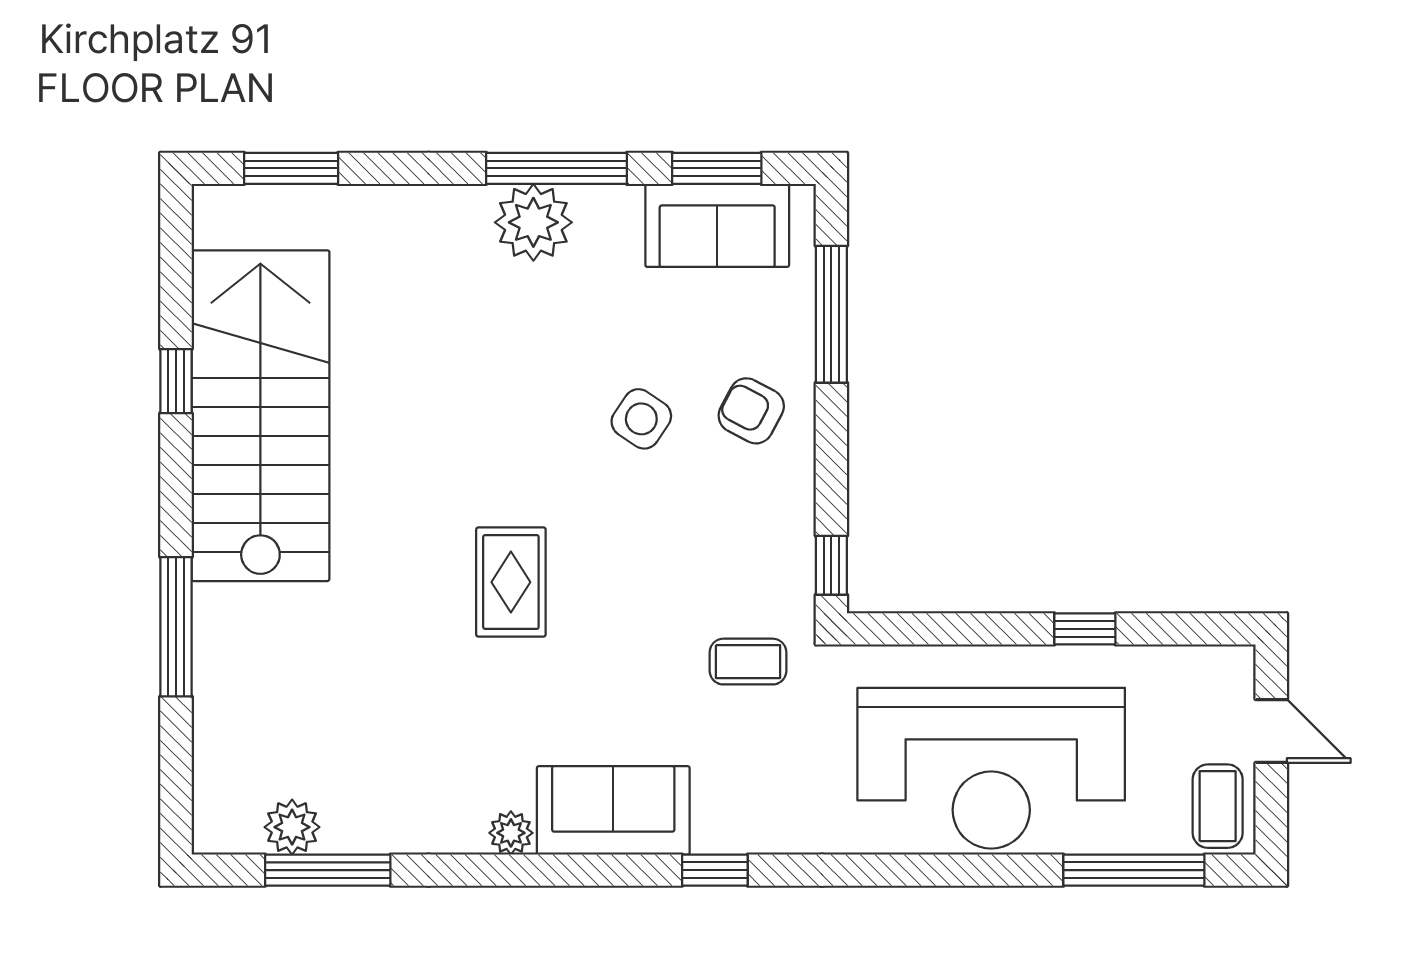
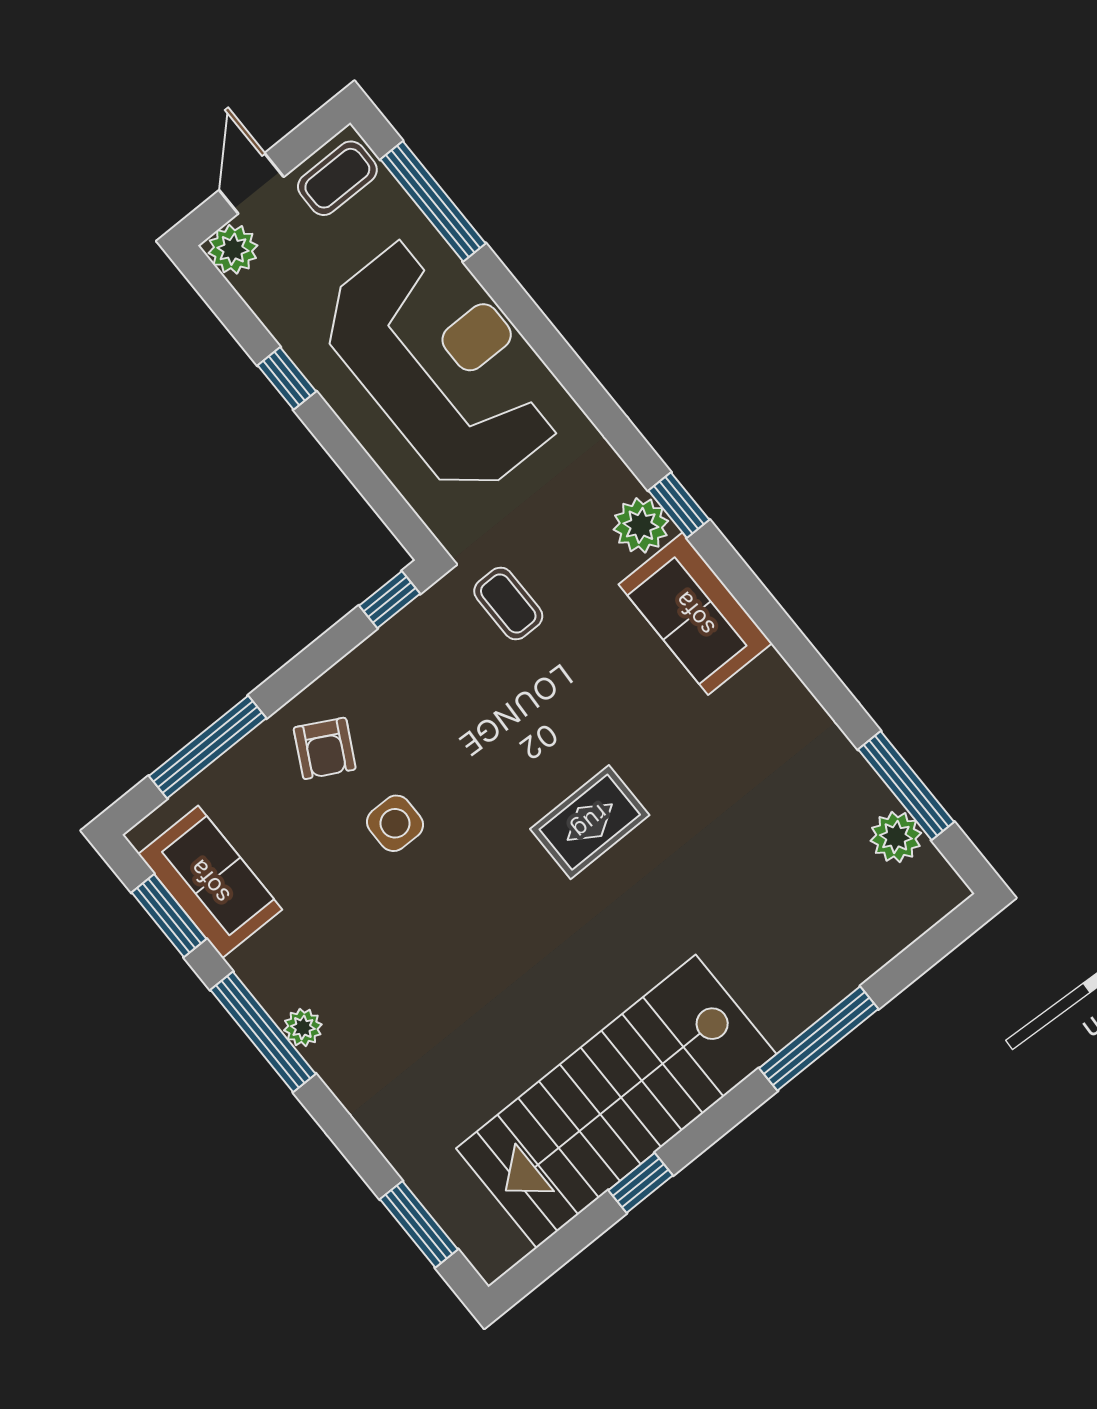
plant: (533, 222) -> (303, 1027), width x0.53, depth x0.53
side table: (641, 419) -> (395, 823), turned -34
plant: (1229, 671) -> (233, 249), added
plant: (511, 833) -> (641, 525), moved, width x1.38, depth x1.38

